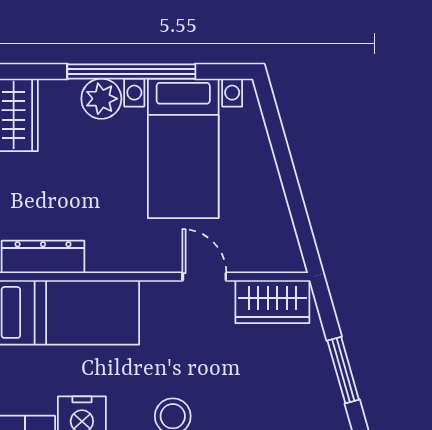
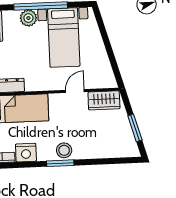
door: (204, 277) -> (75, 91), hinge flipped

